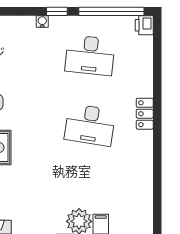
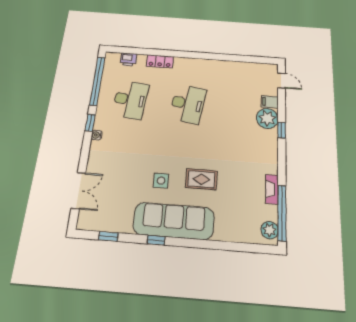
printer: (144, 25) -> (128, 59), moved
locker: (145, 114) -> (160, 61), moved

